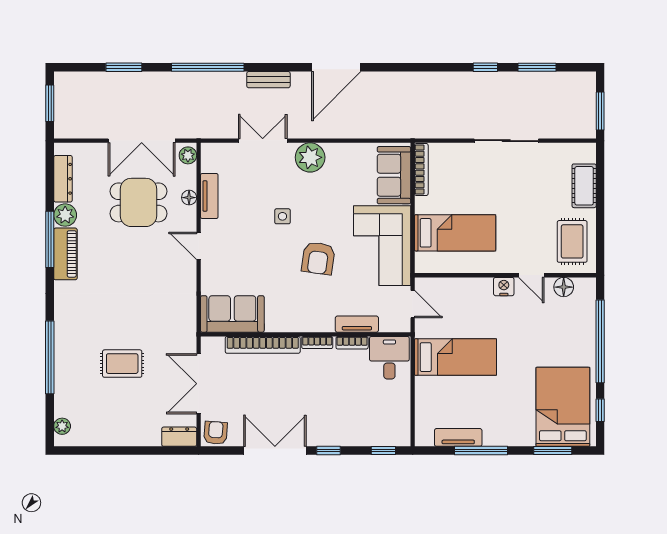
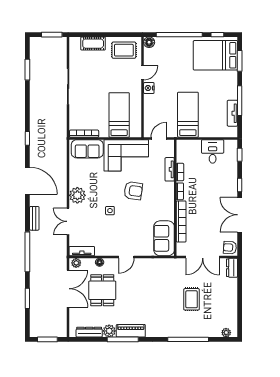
window: (485, 67) -> (27, 138), moved
tv unit: (209, 196) -> (82, 251), moved
floor lamp: (564, 287) -> (149, 42), moved
desk: (389, 358) -> (213, 151), moved, turned 90

